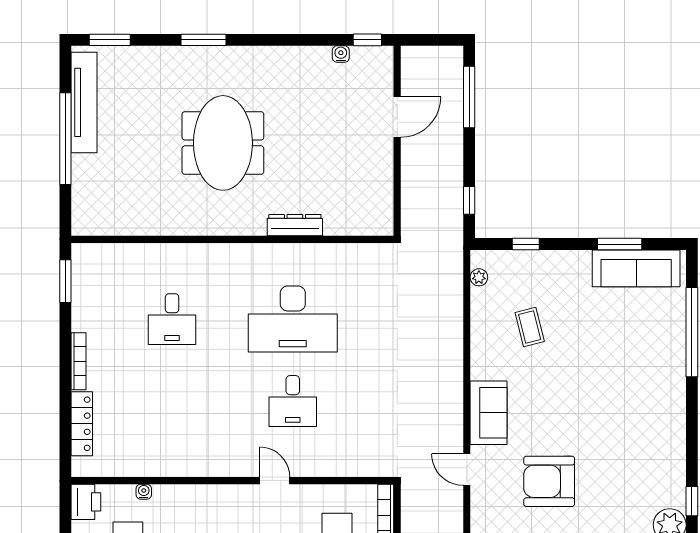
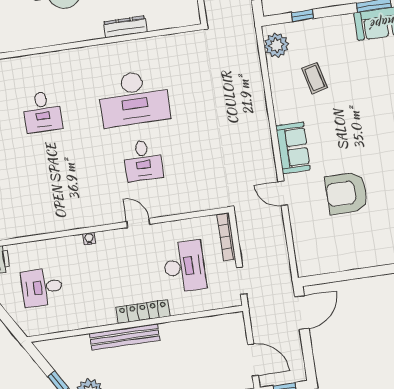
plant: (479, 277) -> (276, 45), width x1.88, depth x1.88
water cooler: (144, 492) -> (89, 239), moved

